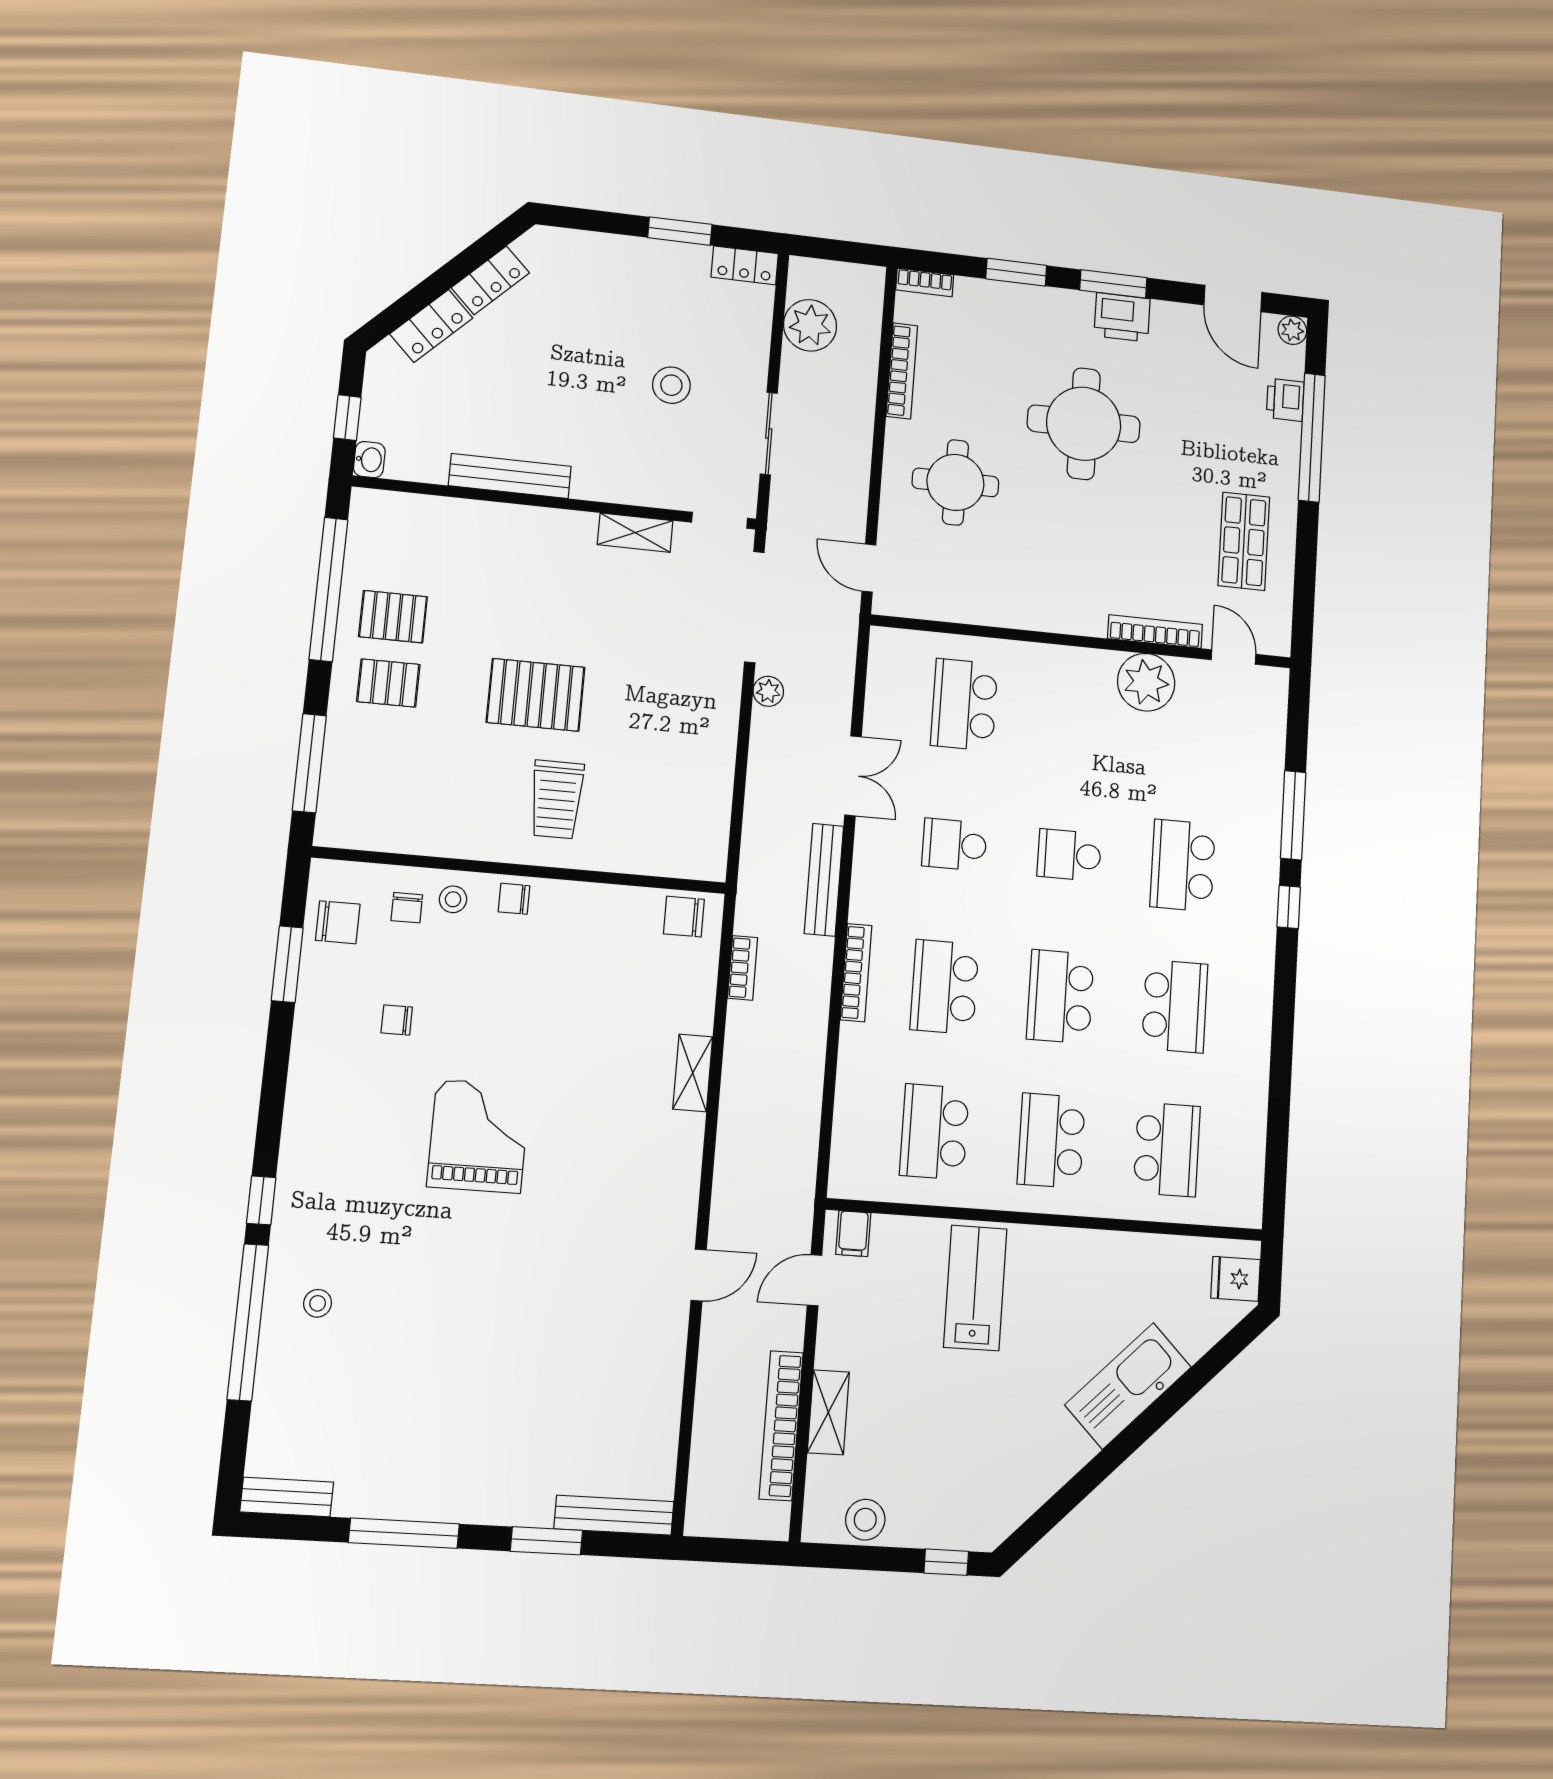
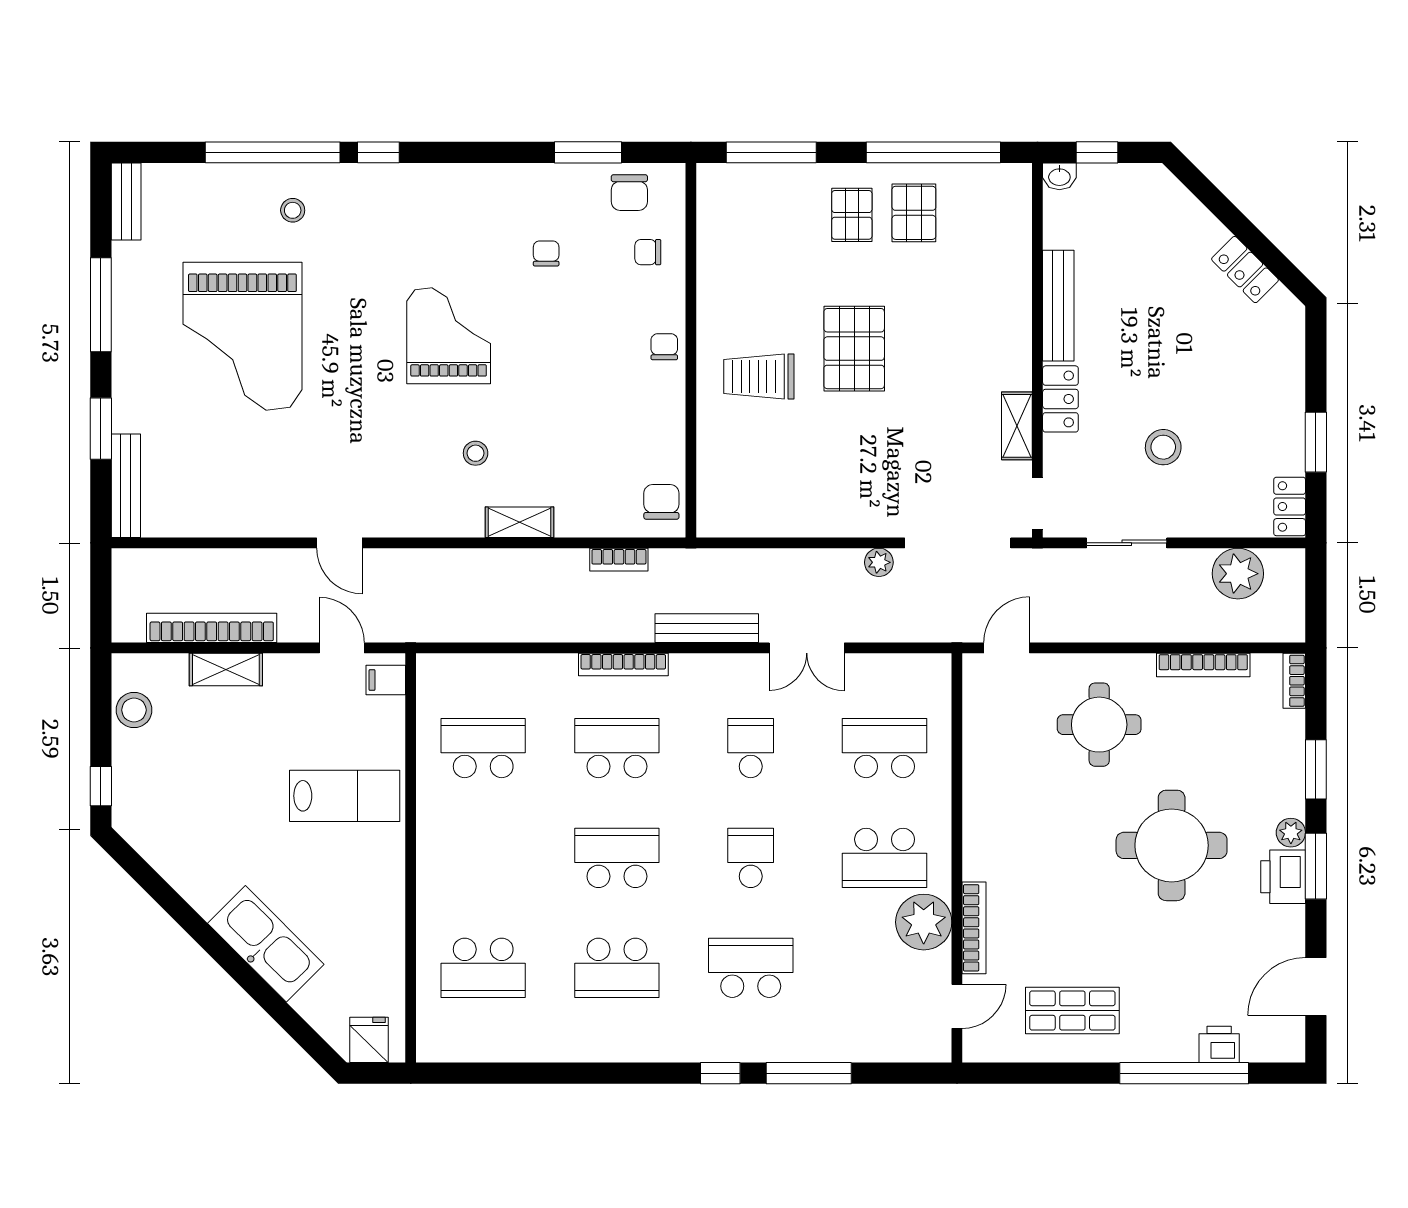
locker: (431, 326) -> (1060, 399), moved, turned -135
plant: (1292, 330) -> (1291, 833), moved
stool: (453, 899) -> (476, 453), moved
grand piano: (479, 1136) -> (449, 336), turned -90
school desk: (1051, 1141) -> (885, 858), moved, turned 180
grand piano: (456, 1370) -> (242, 336), added

